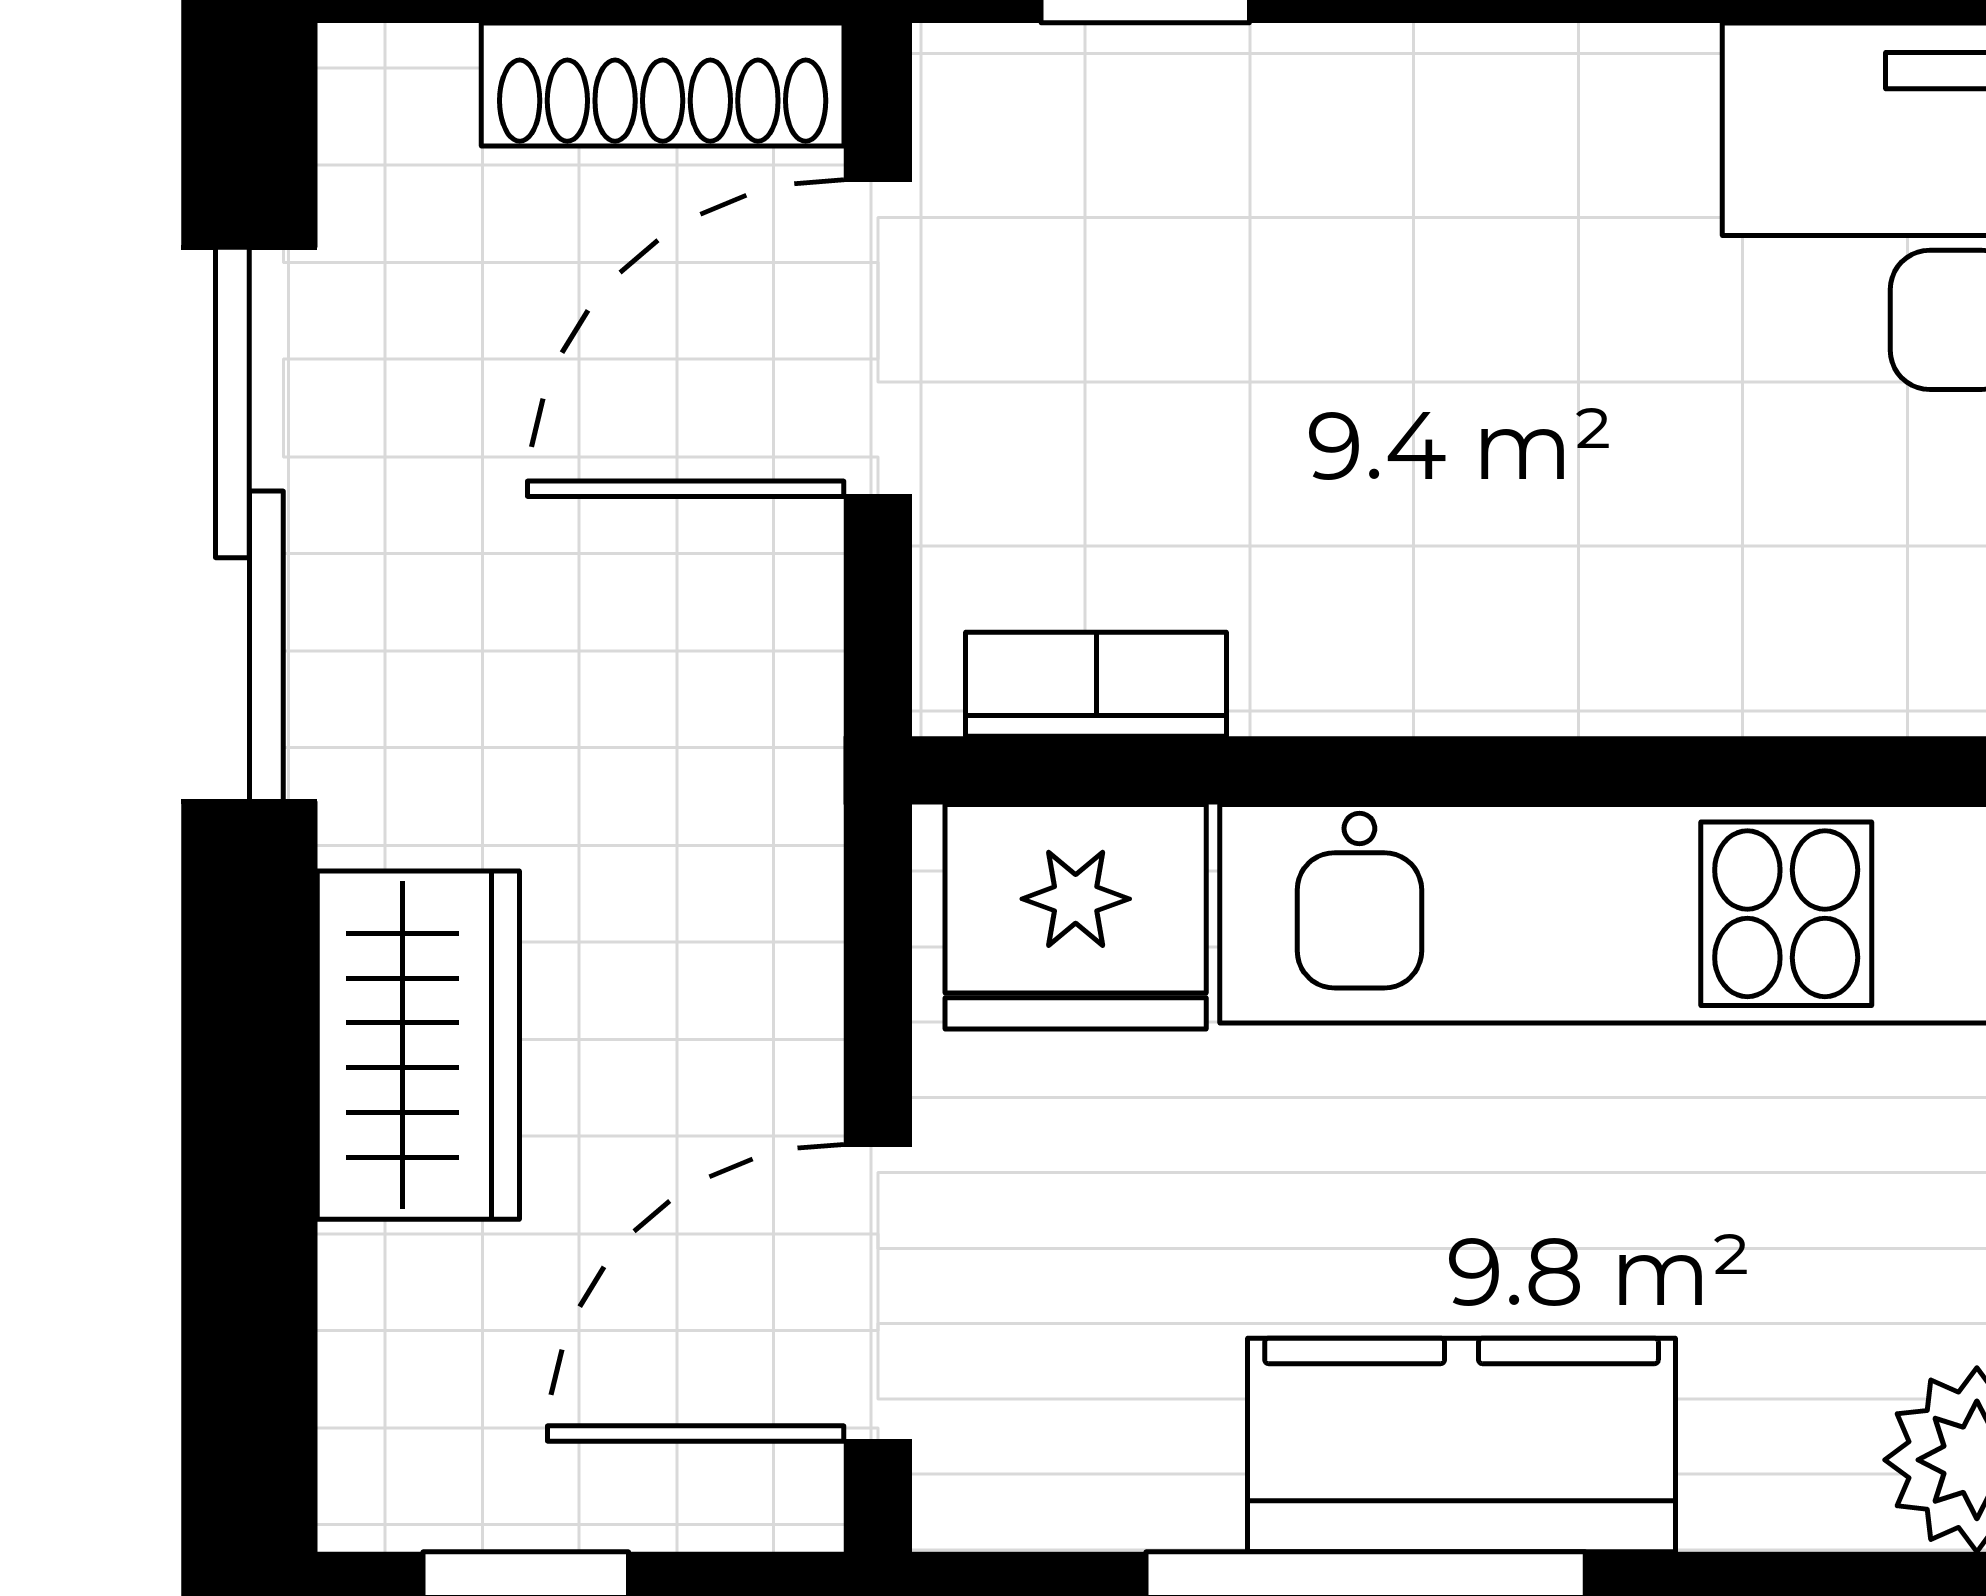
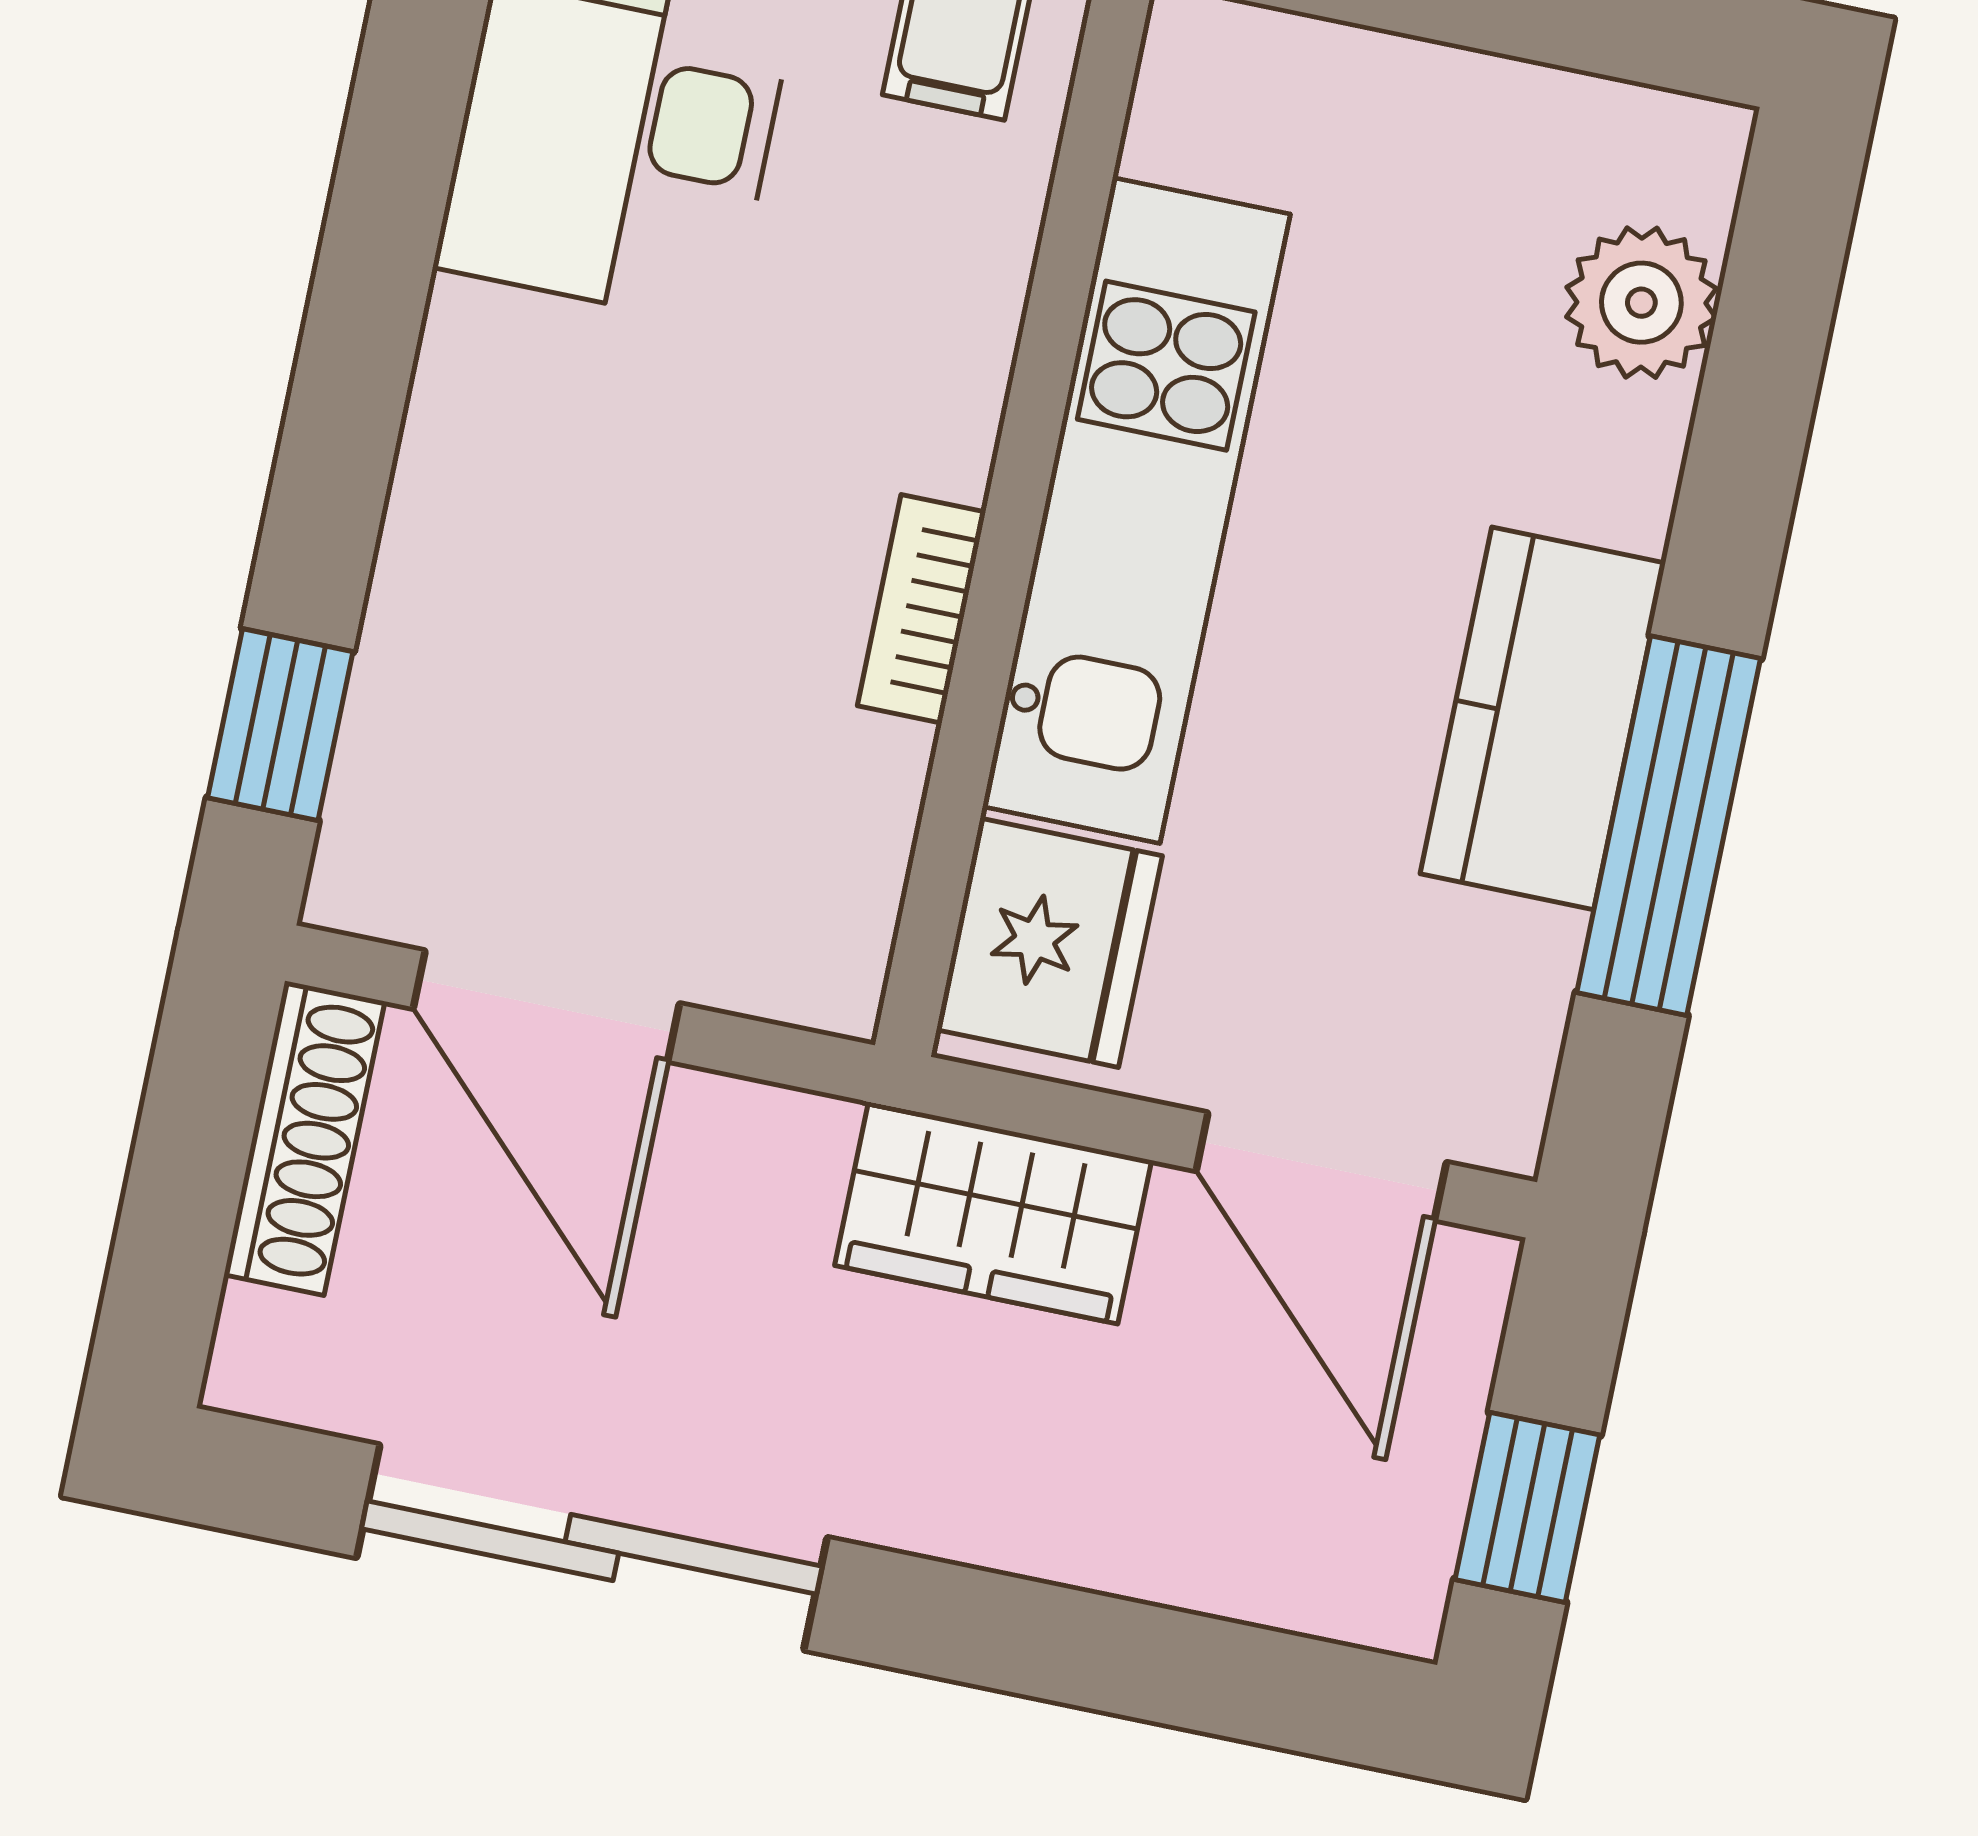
bookcase: (1096, 684) -> (922, 609), moved
wardrobe: (418, 1045) -> (993, 1213), moved, turned 180

